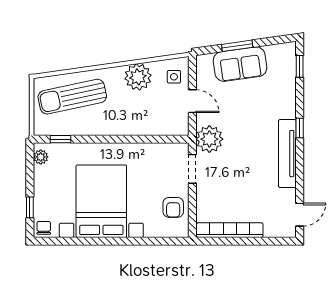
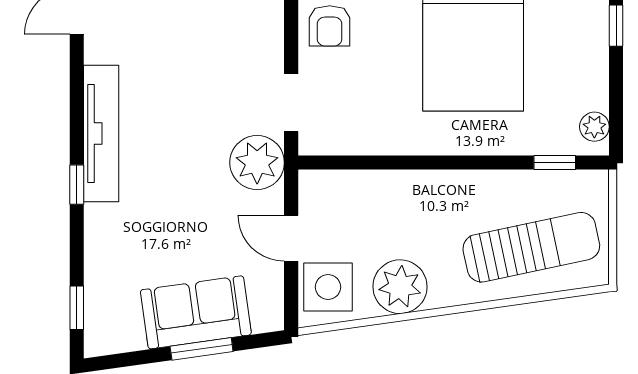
side table: (174, 77) -> (328, 287), width x1.87, depth x1.87
armchair: (173, 207) -> (330, 26), turned 180

